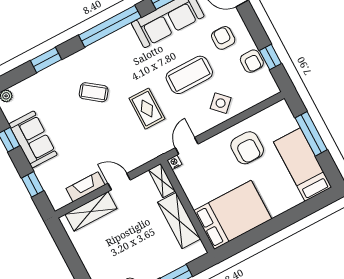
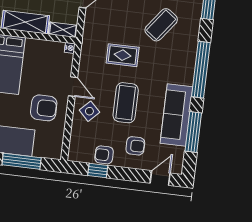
coffee table: (94, 92) -> (161, 25), width x1.36, depth x1.30
door: (187, 146) -> (73, 87), moved
armchair: (247, 148) -> (44, 108), turned 180

